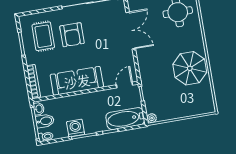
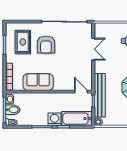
double door: (131, 31) -> (93, 49), width x0.73
sofa: (77, 81) -> (38, 82), width x0.73
door: (125, 85) -> (81, 92), hinge flipped
bench: (148, 85) -> (100, 95), added
washing machine: (75, 128) -> (55, 119), moved

